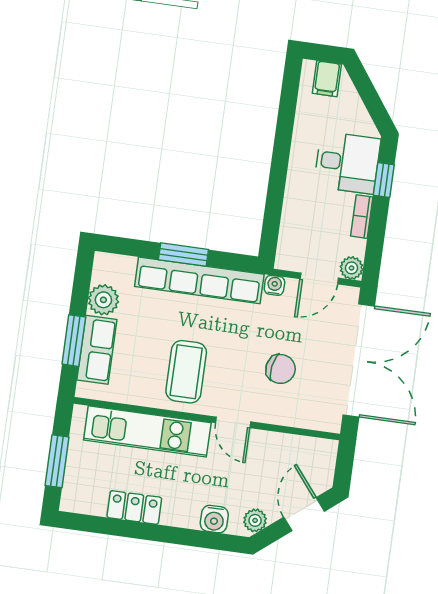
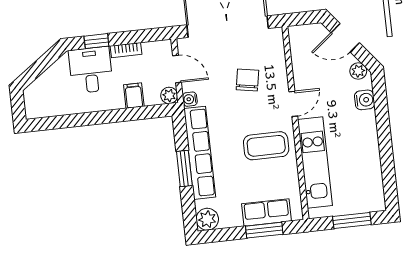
filing cabinet: (327, 79) -> (134, 96), moved, turned -90
plant: (352, 268) -> (169, 95), moved
plant: (103, 300) -> (207, 219), moved
locker: (134, 507) -> (371, 158), removed

